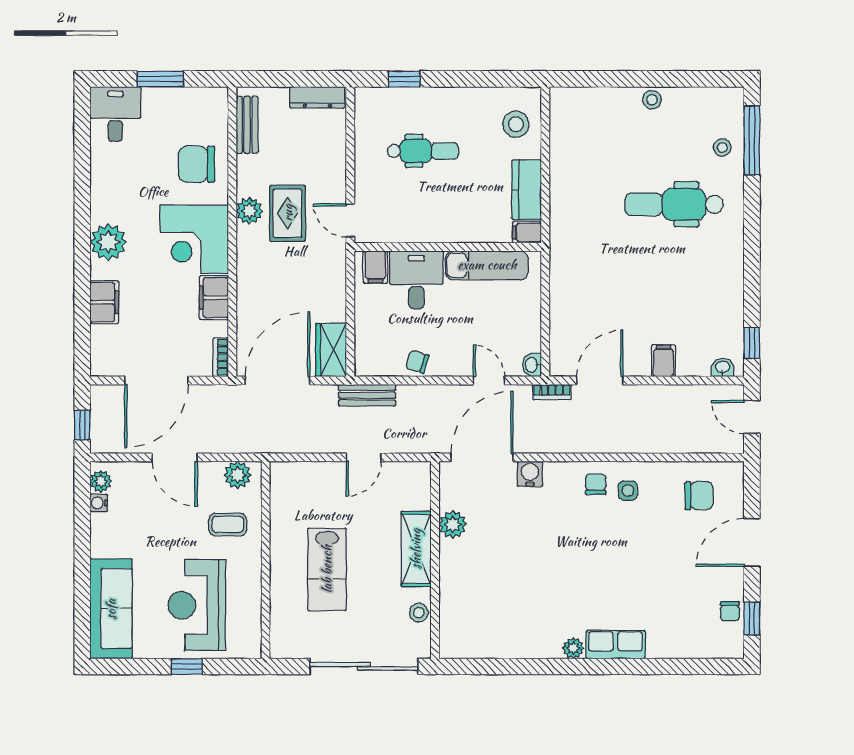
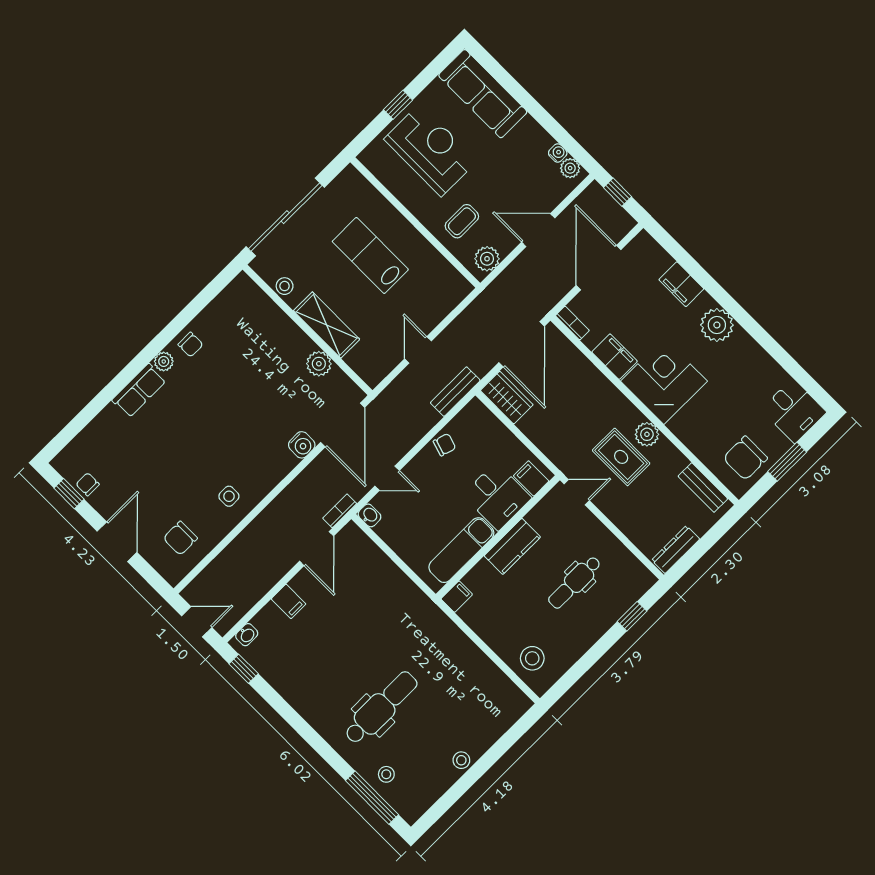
chair: (196, 164) -> (745, 458), moved, turned 180
kitchen counter: (527, 190) -> (512, 546), moved, turned 90
chair: (596, 484) -> (191, 345), moved

